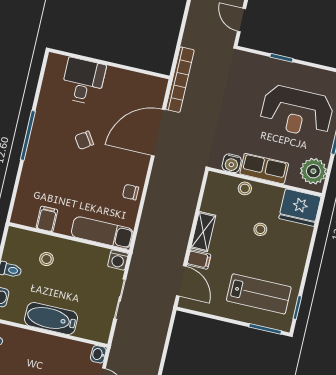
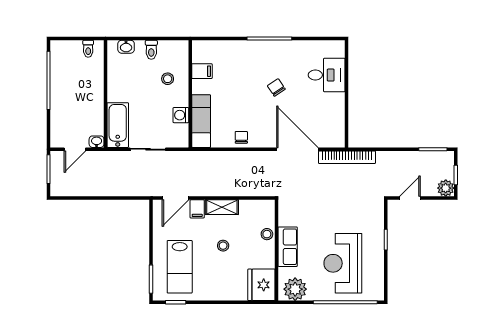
water cooler: (232, 163) -> (286, 218), removed
stool: (260, 229) -> (223, 246), moved
washing machine: (118, 260) -> (181, 115), moved
bathtub: (51, 319) -> (118, 125), moved

